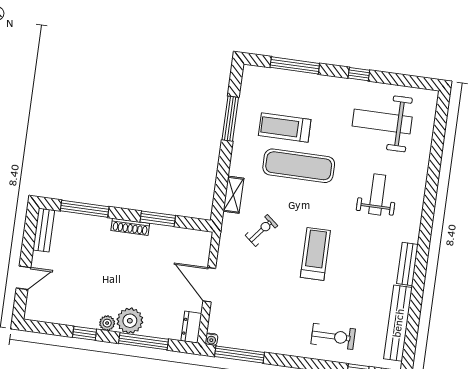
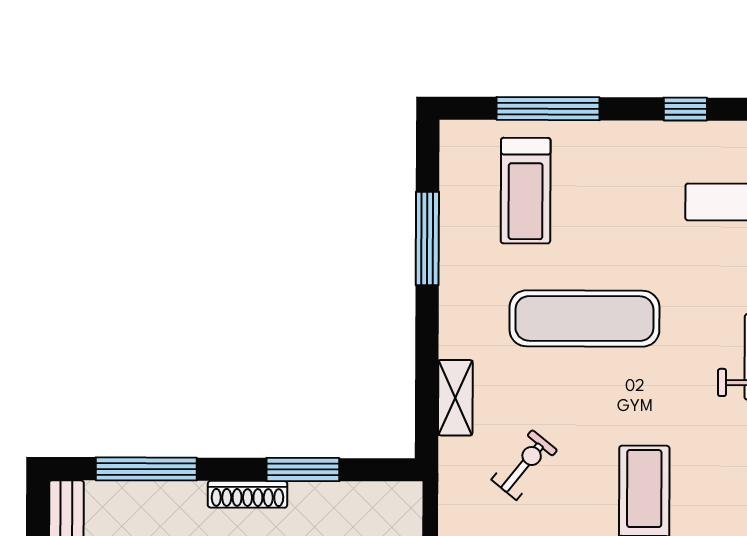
treadmill: (285, 127) -> (526, 191), moved, turned -90

